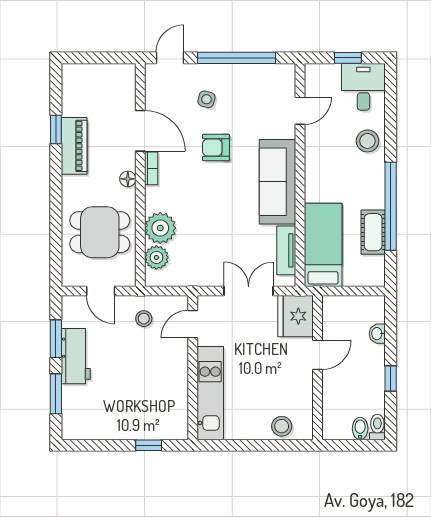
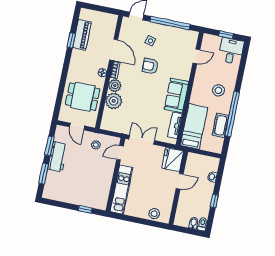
stool: (367, 141) -> (218, 90), moved
piano: (74, 146) -> (82, 35), moved
sofa: (277, 182) -> (176, 95), width x0.73
plant: (156, 257) -> (115, 86), moved
double door: (249, 291) -> (142, 140), moved

